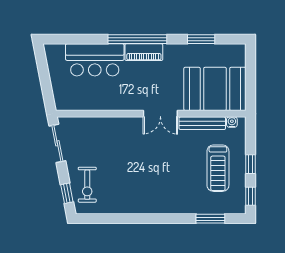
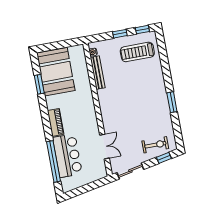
window: (137, 39) -> (54, 161), moved
booth: (215, 89) -> (56, 72), moved
double door: (160, 114) -> (104, 147), moved
treadmill: (218, 168) -> (137, 52), moved, turned 180
window: (210, 219) -> (172, 102), moved

